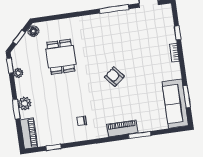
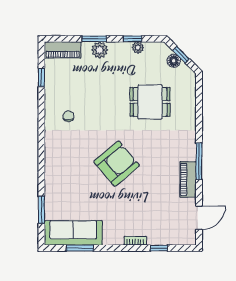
window: (114, 9) -> (199, 161), moved
floor lamp: (33, 31) -> (174, 61), moved
window: (10, 66) -> (132, 39), moved
armchair: (114, 77) -> (117, 164), width x1.88, depth x1.88
piano: (122, 128) -> (188, 179), moved, turned 180
window: (140, 135) -> (41, 210), moved

